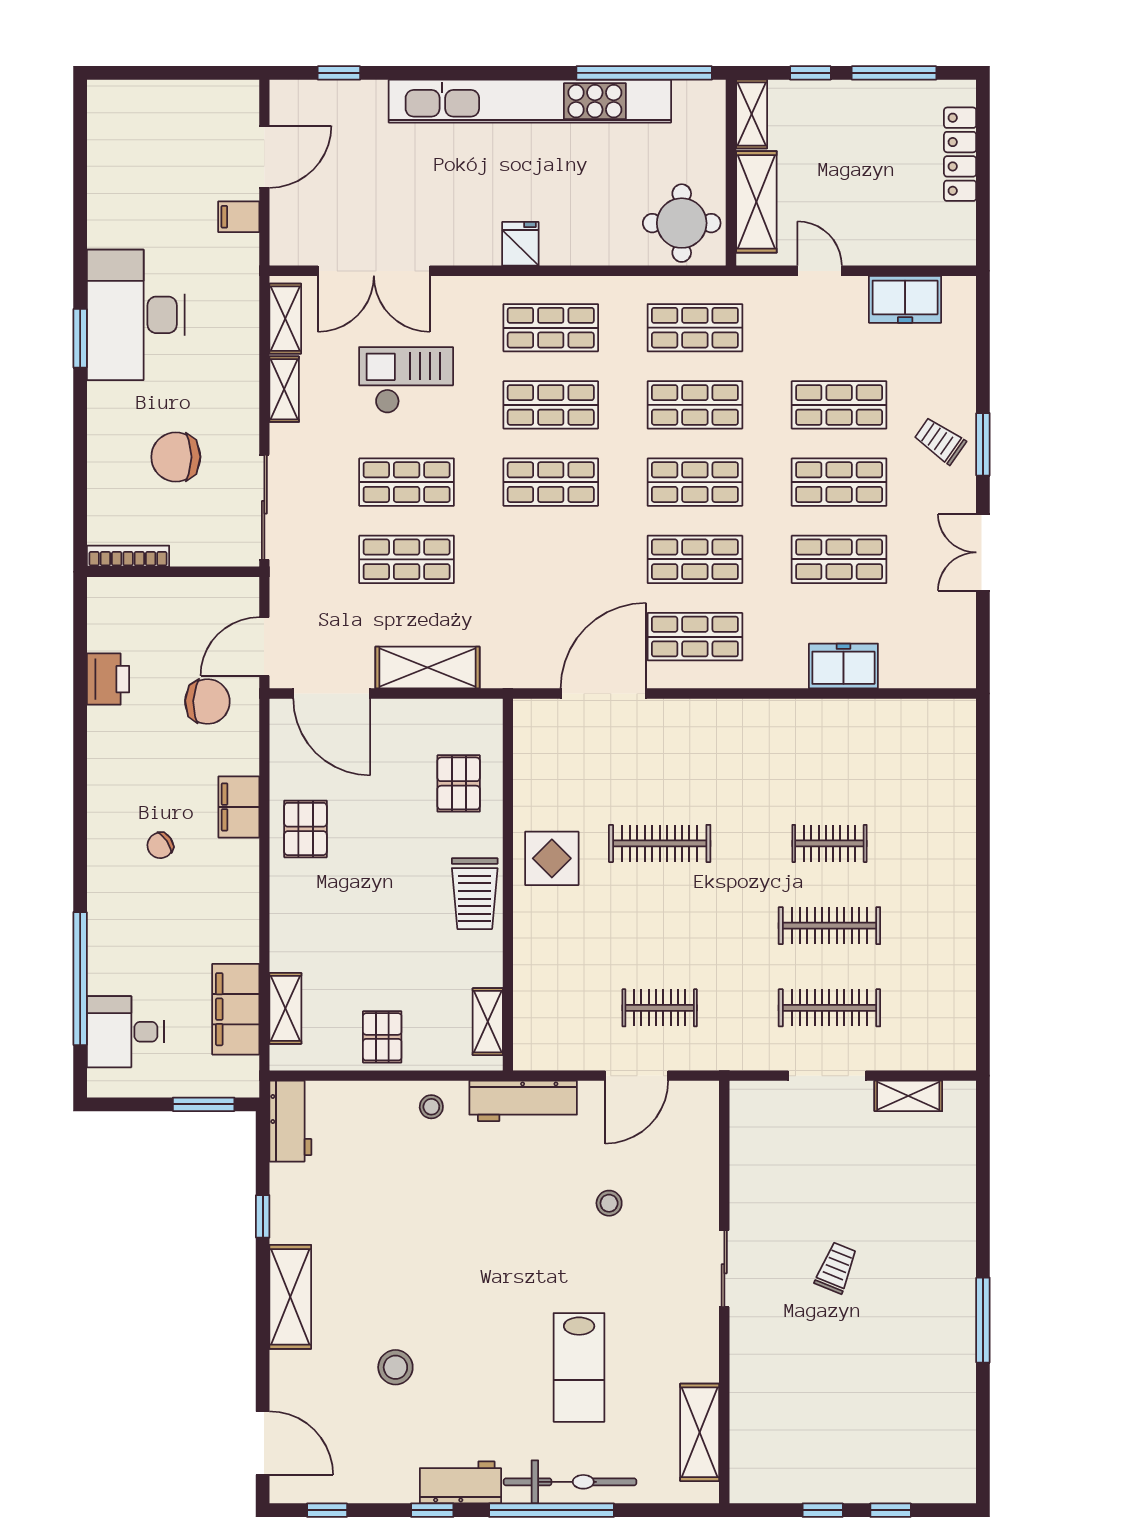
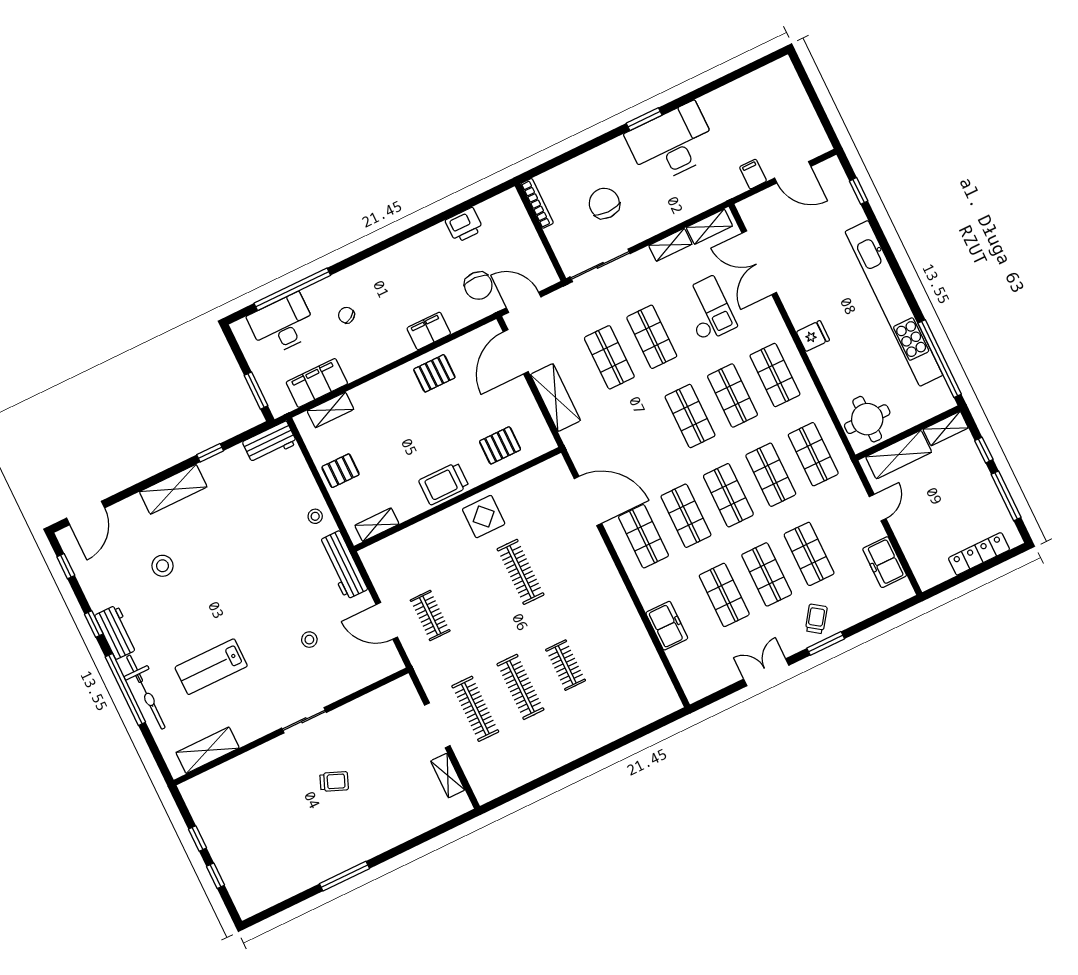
chair: (160, 845) -> (346, 315), moved
desk: (125, 1032) -> (282, 325), width x1.37

